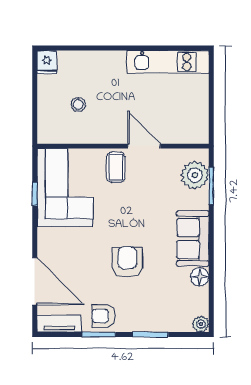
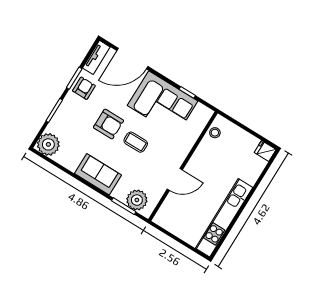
kitchen unit: (168, 62) -> (224, 218), width x1.36
stool: (78, 105) -> (215, 133), moved
coffee table: (116, 167) -> (136, 142), moved
corner sofa: (65, 188) -> (163, 103), moved
floor lamp: (200, 277) -> (71, 164), removed
plant: (201, 324) -> (48, 144), width x1.88, depth x1.88

